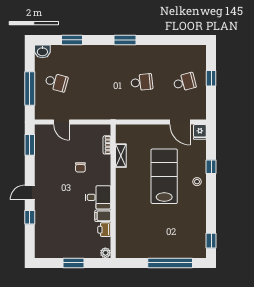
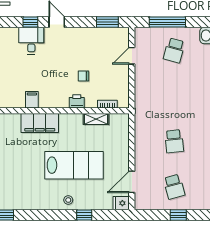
desk: (98, 197) -> (31, 41), moved, turned 180
filing cabinet: (125, 208) -> (40, 123), added
printer: (104, 230) -> (77, 101), moved

